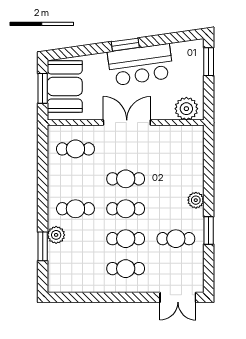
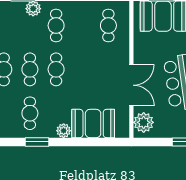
double door: (127, 123) -> (131, 85), moved
booth: (188, 166) -> (93, 124), added
cafe table: (126, 179) -> (82, 69), removed

